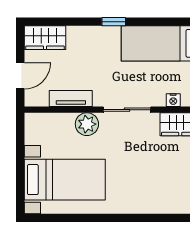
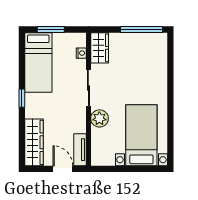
wardrobe: (45, 38) -> (34, 142), width x1.50
tv unit: (71, 98) -> (80, 150), moved

